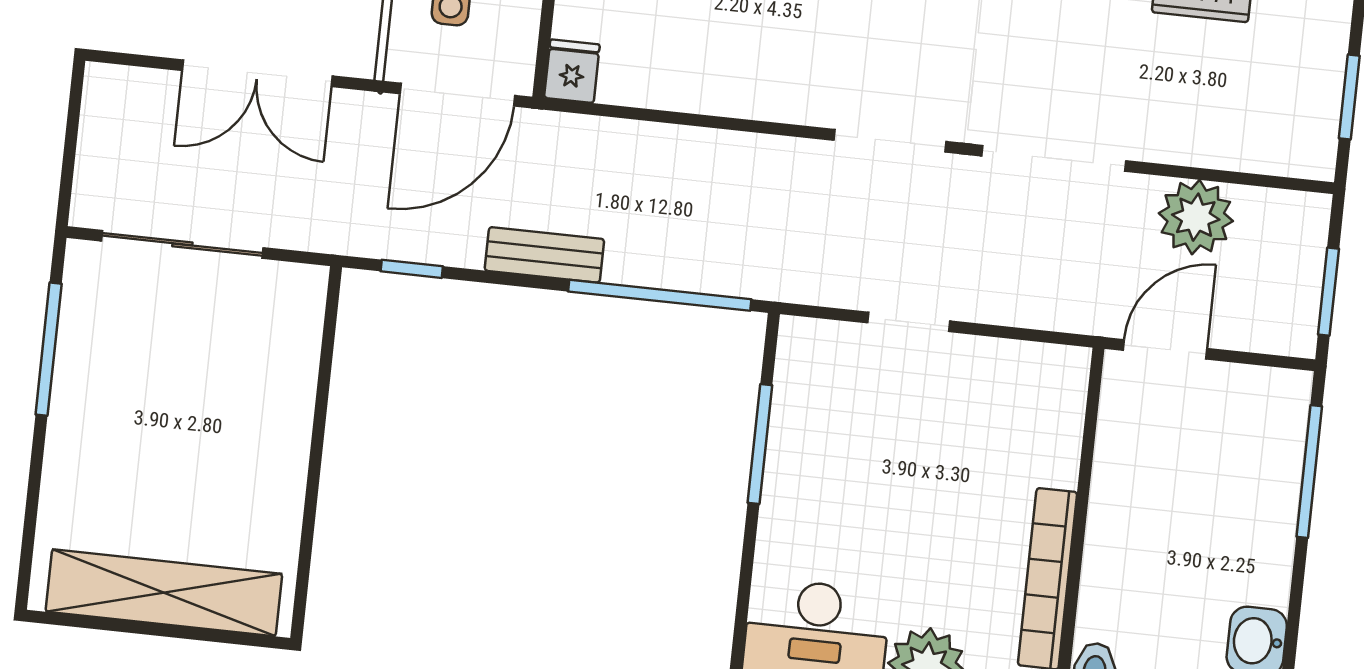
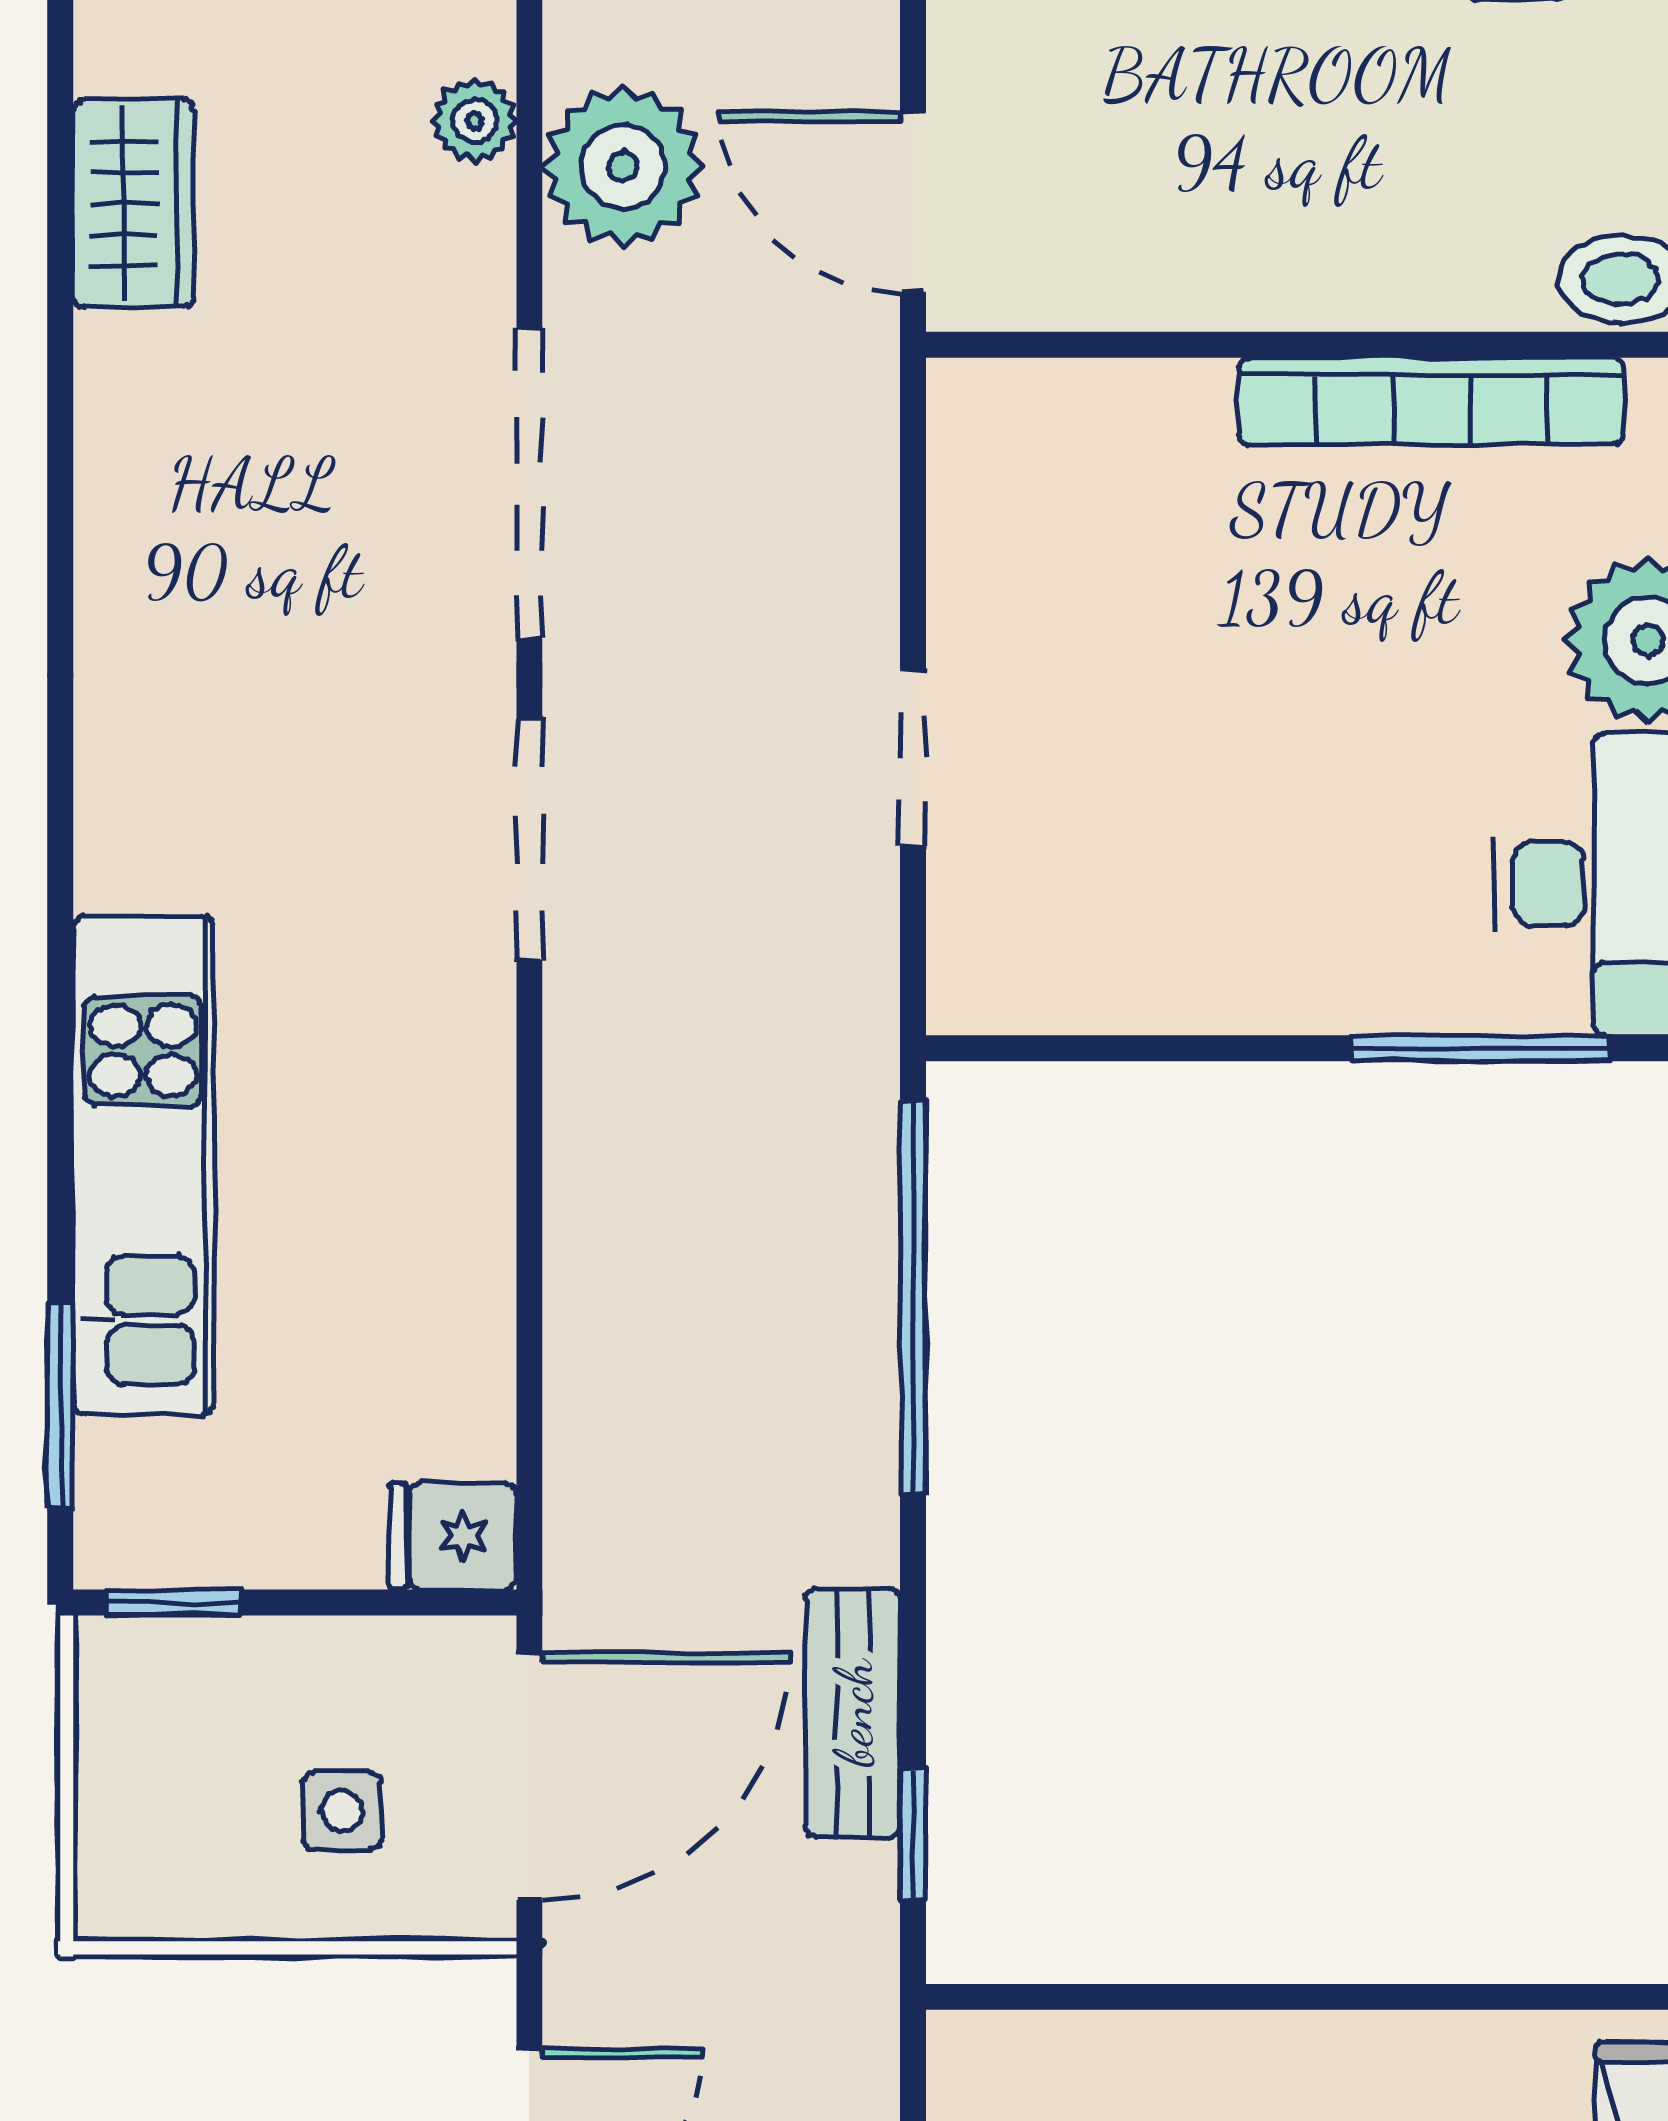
door: (457, 95) -> (529, 1776), hinge flipped
plant: (1224, 151) -> (475, 121), added
bench: (544, 255) -> (853, 1713), moved
window: (760, 444) -> (1481, 1048), moved

